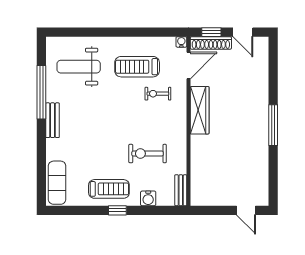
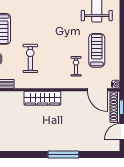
wardrobe: (200, 110) -> (42, 98), moved
window: (273, 125) -> (63, 154), moved

